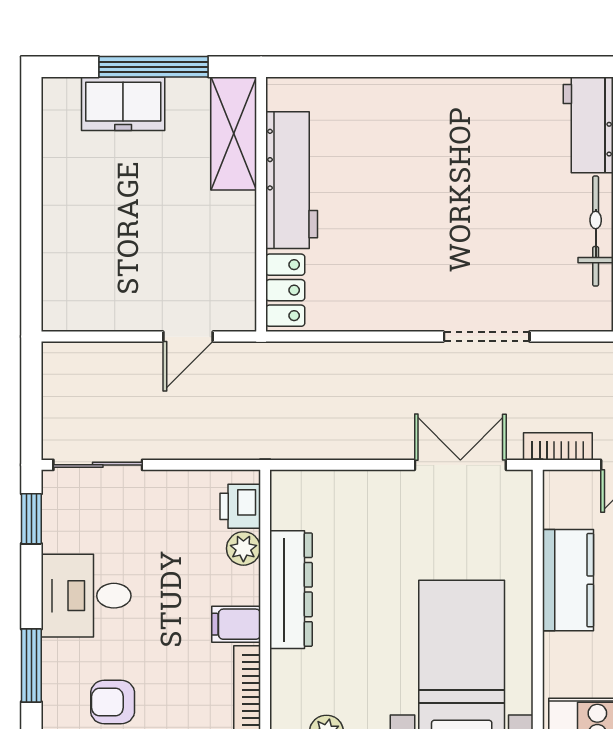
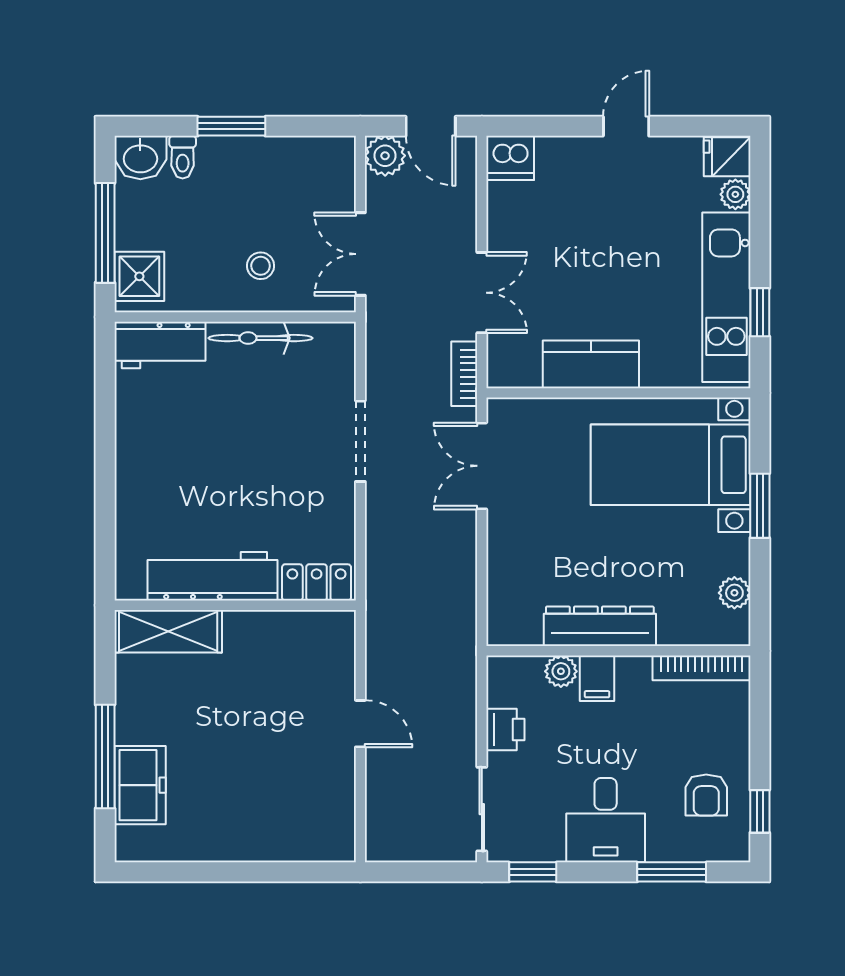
shelving: (234, 133) -> (168, 631), moved
workbench: (292, 180) -> (212, 576), moved
wall: (261, 204) -> (235, 605), moved
locker: (285, 290) -> (317, 582), moved
printer: (240, 506) -> (505, 729), moved, turned -90
filing cabinet: (236, 624) -> (597, 678), moved

